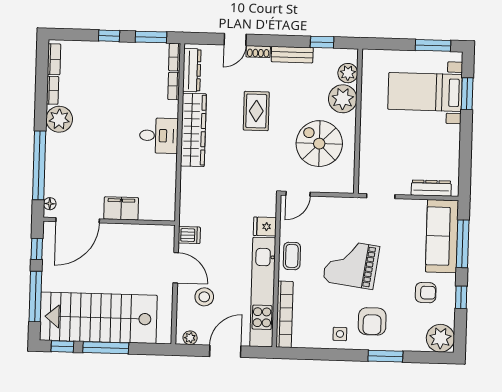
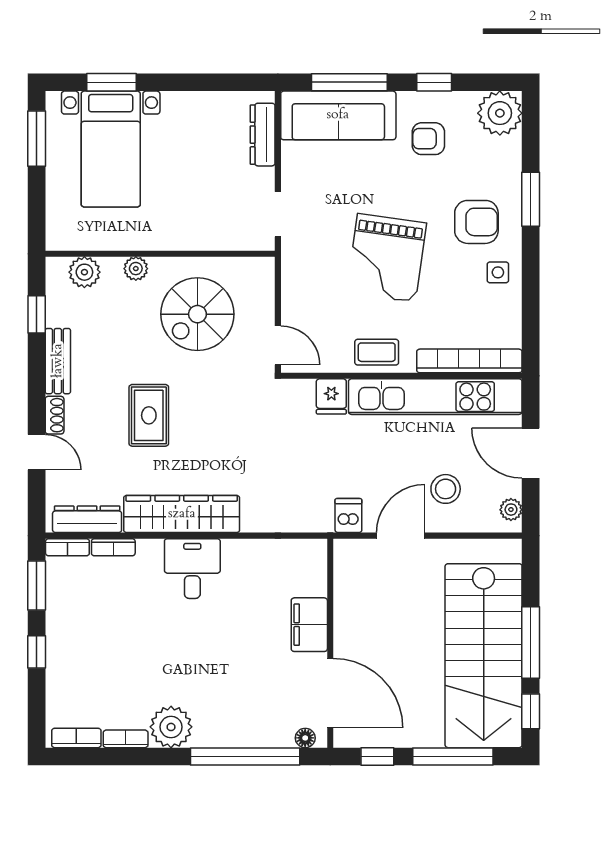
plant: (343, 99) -> (136, 269), width x0.53, depth x0.53
rug: (256, 111) -> (149, 415), turned 90
armchair: (426, 293) -> (428, 139), turned -90

